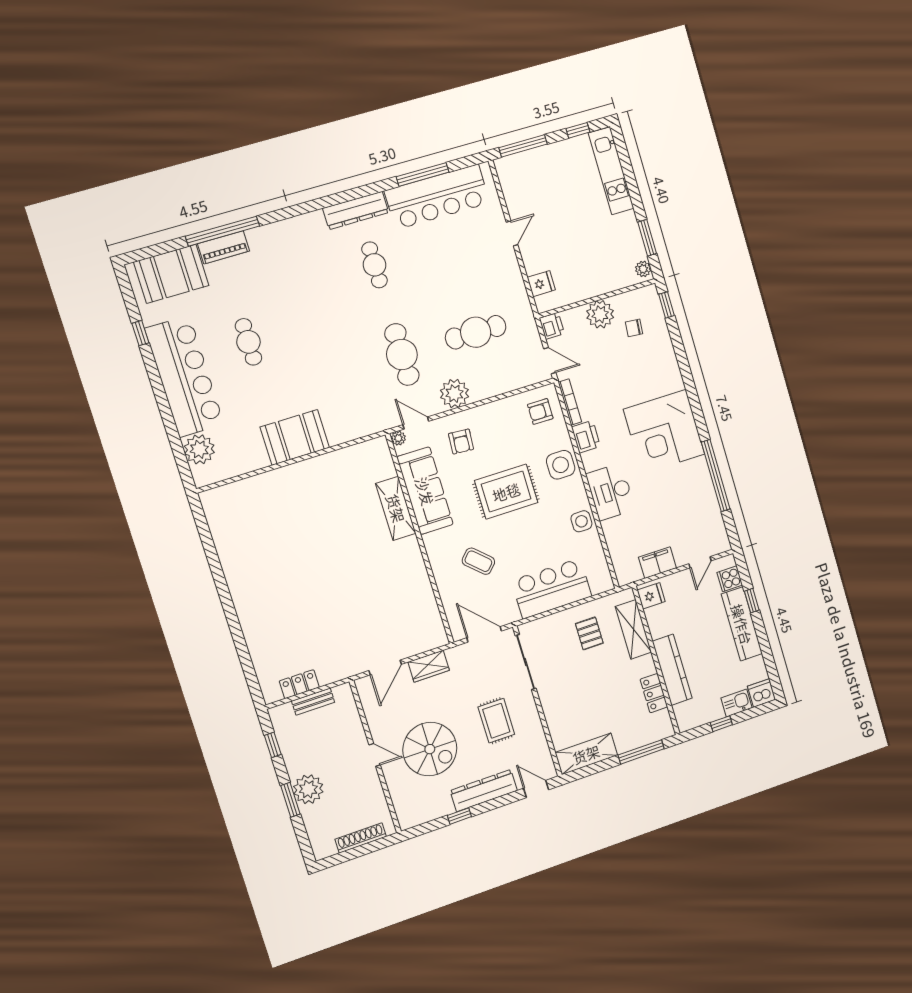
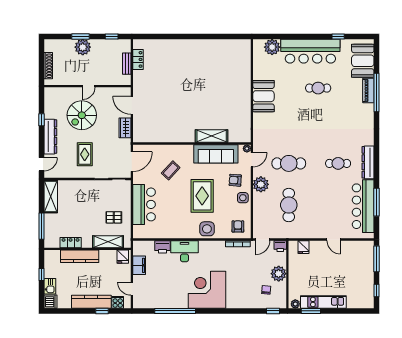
kitchen unit: (611, 171) -> (323, 302), moved
printer: (586, 437) -> (163, 247), moved
side table: (581, 521) -> (243, 198), moved
rug: (496, 721) -> (85, 154), turned 90

